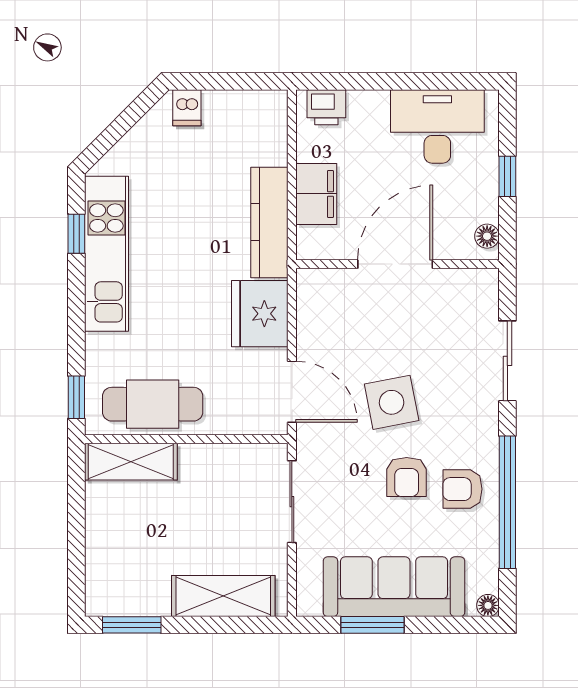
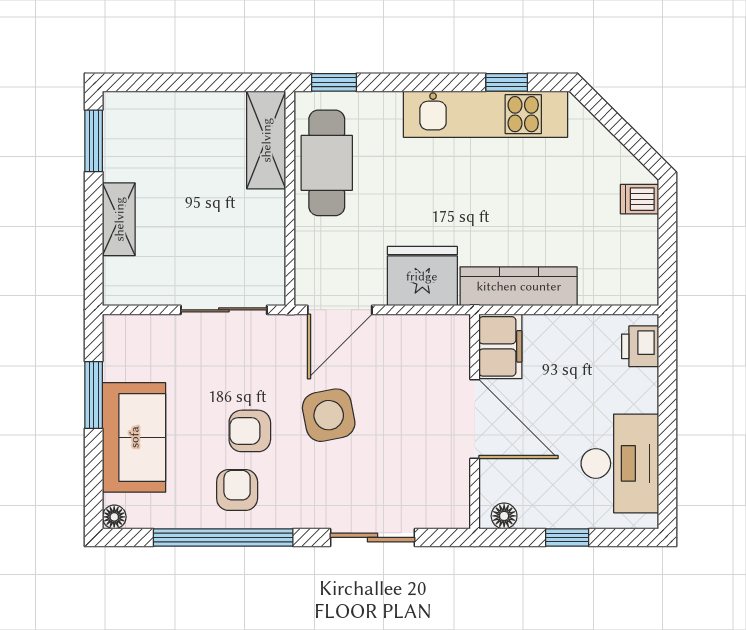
filing cabinet: (316, 194) -> (500, 346), moved, turned -90
sofa: (394, 587) -> (134, 437), width x0.73
shelving: (223, 596) -> (119, 219), width x0.67, depth x0.75

